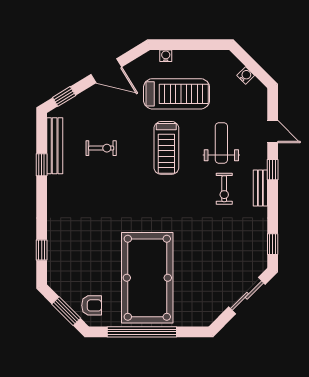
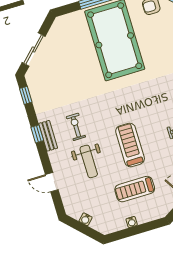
water cooler: (166, 56) -> (132, 222), moved
treadmill: (177, 94) -> (135, 189), width x0.73, depth x0.73
window: (273, 170) -> (37, 134), moved

